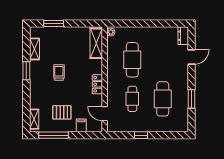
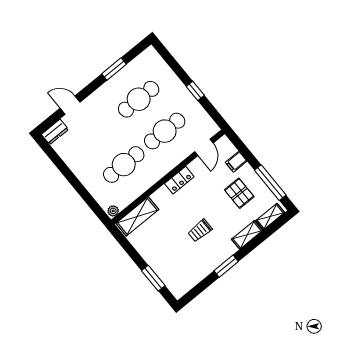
shelving: (34, 49) -> (247, 235), moved
cafe table: (132, 99) -> (165, 131), width x1.37, depth x1.35

